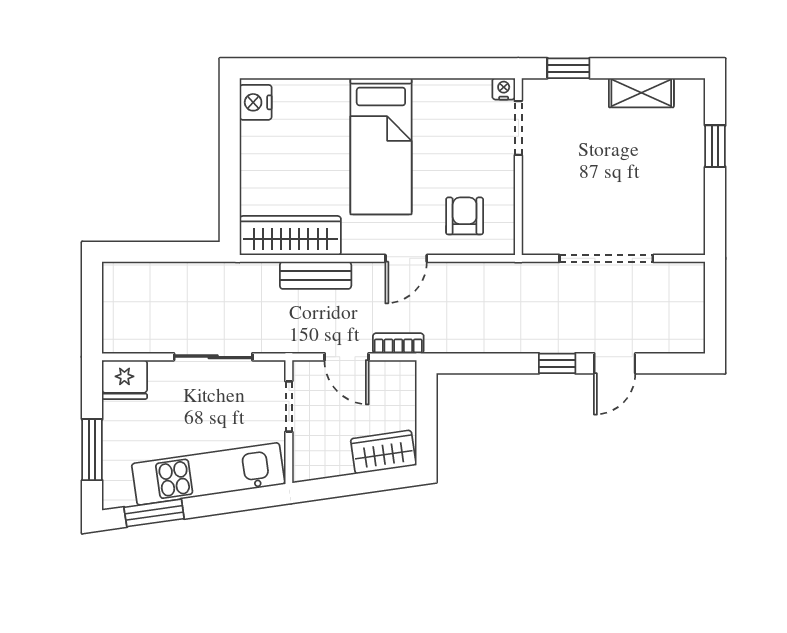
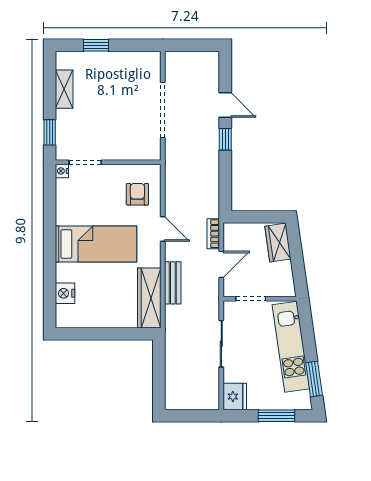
nightstand: (256, 102) -> (65, 293), moved, turned 90
armchair: (465, 216) -> (137, 194), turned 90

